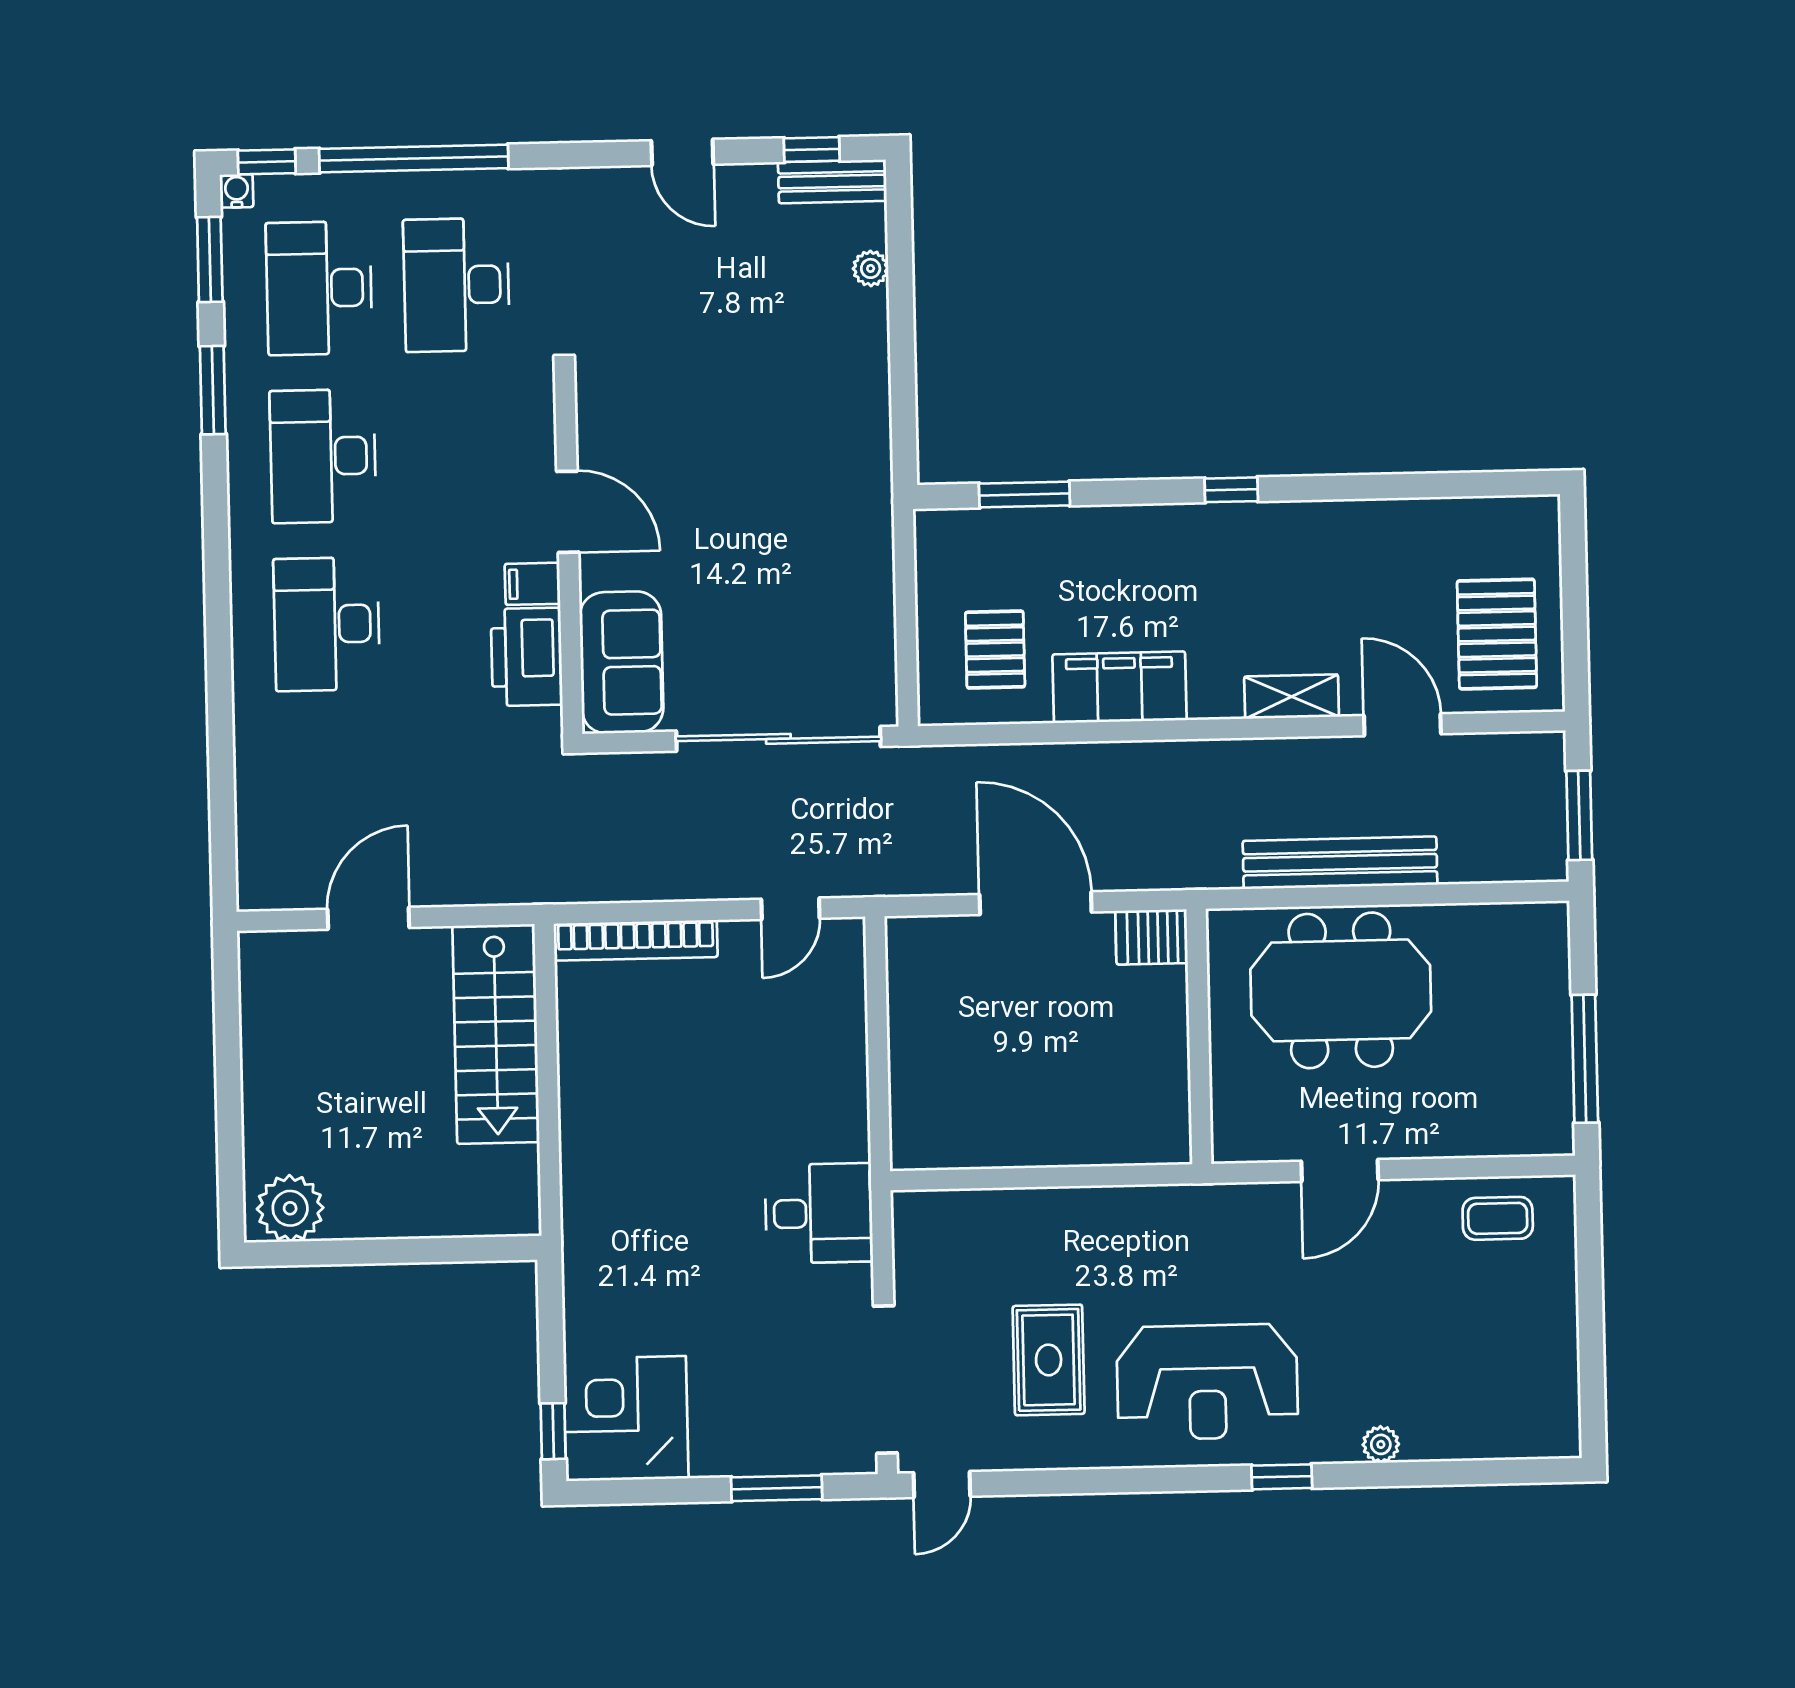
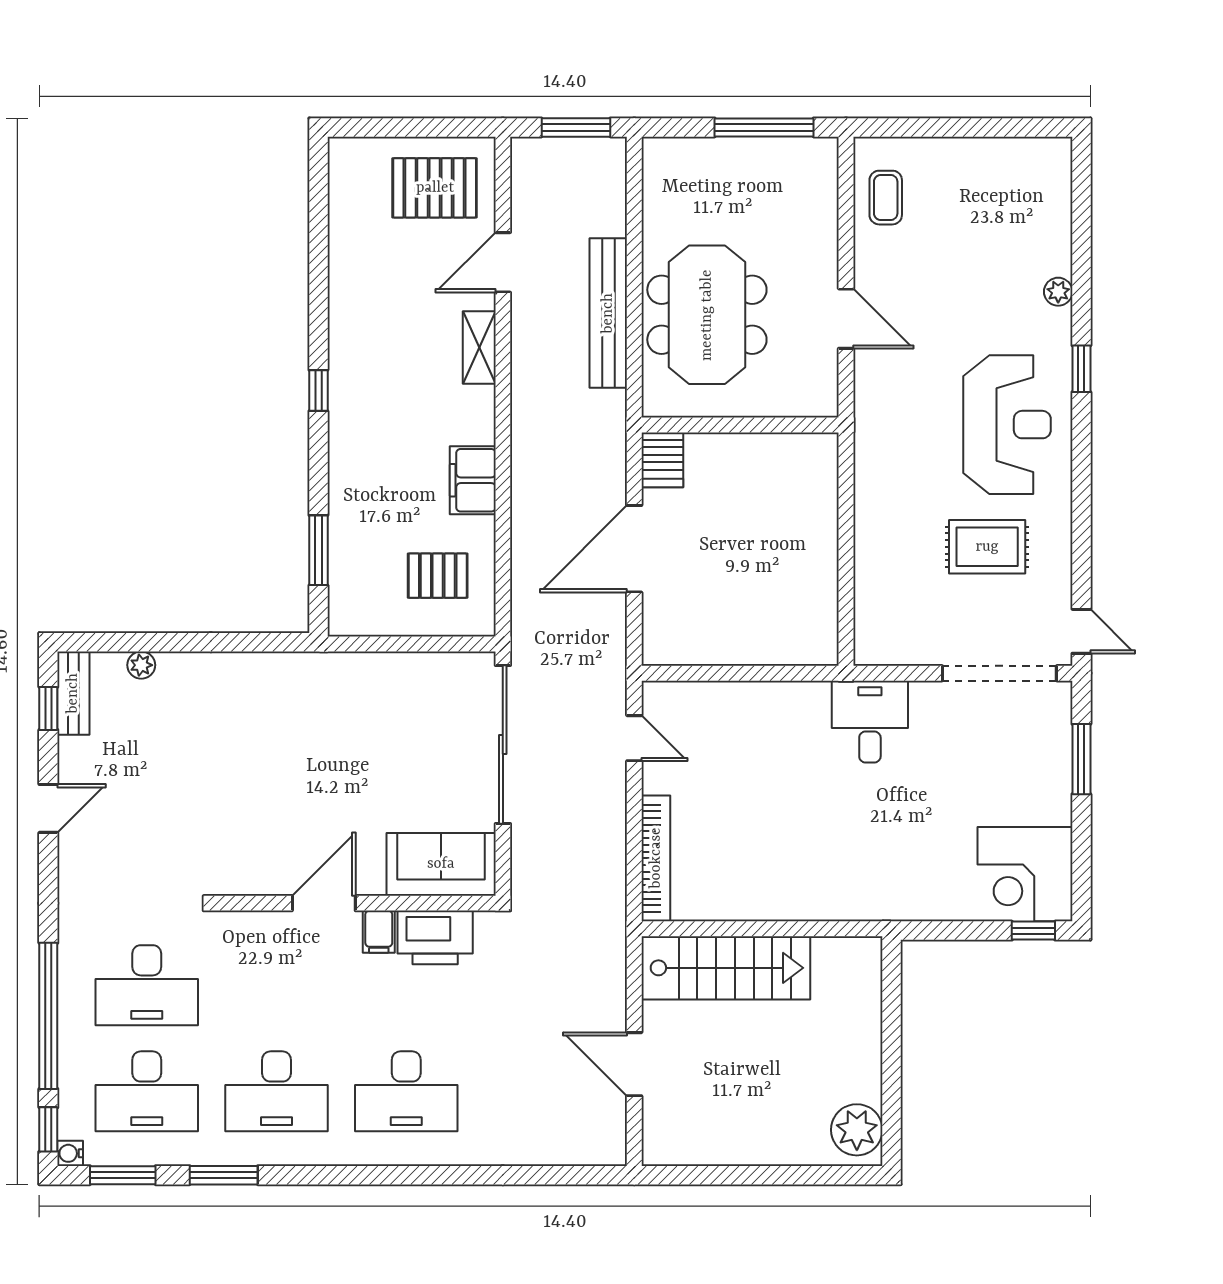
filing cabinet: (1119, 687) -> (473, 480), width x0.67, depth x0.86

